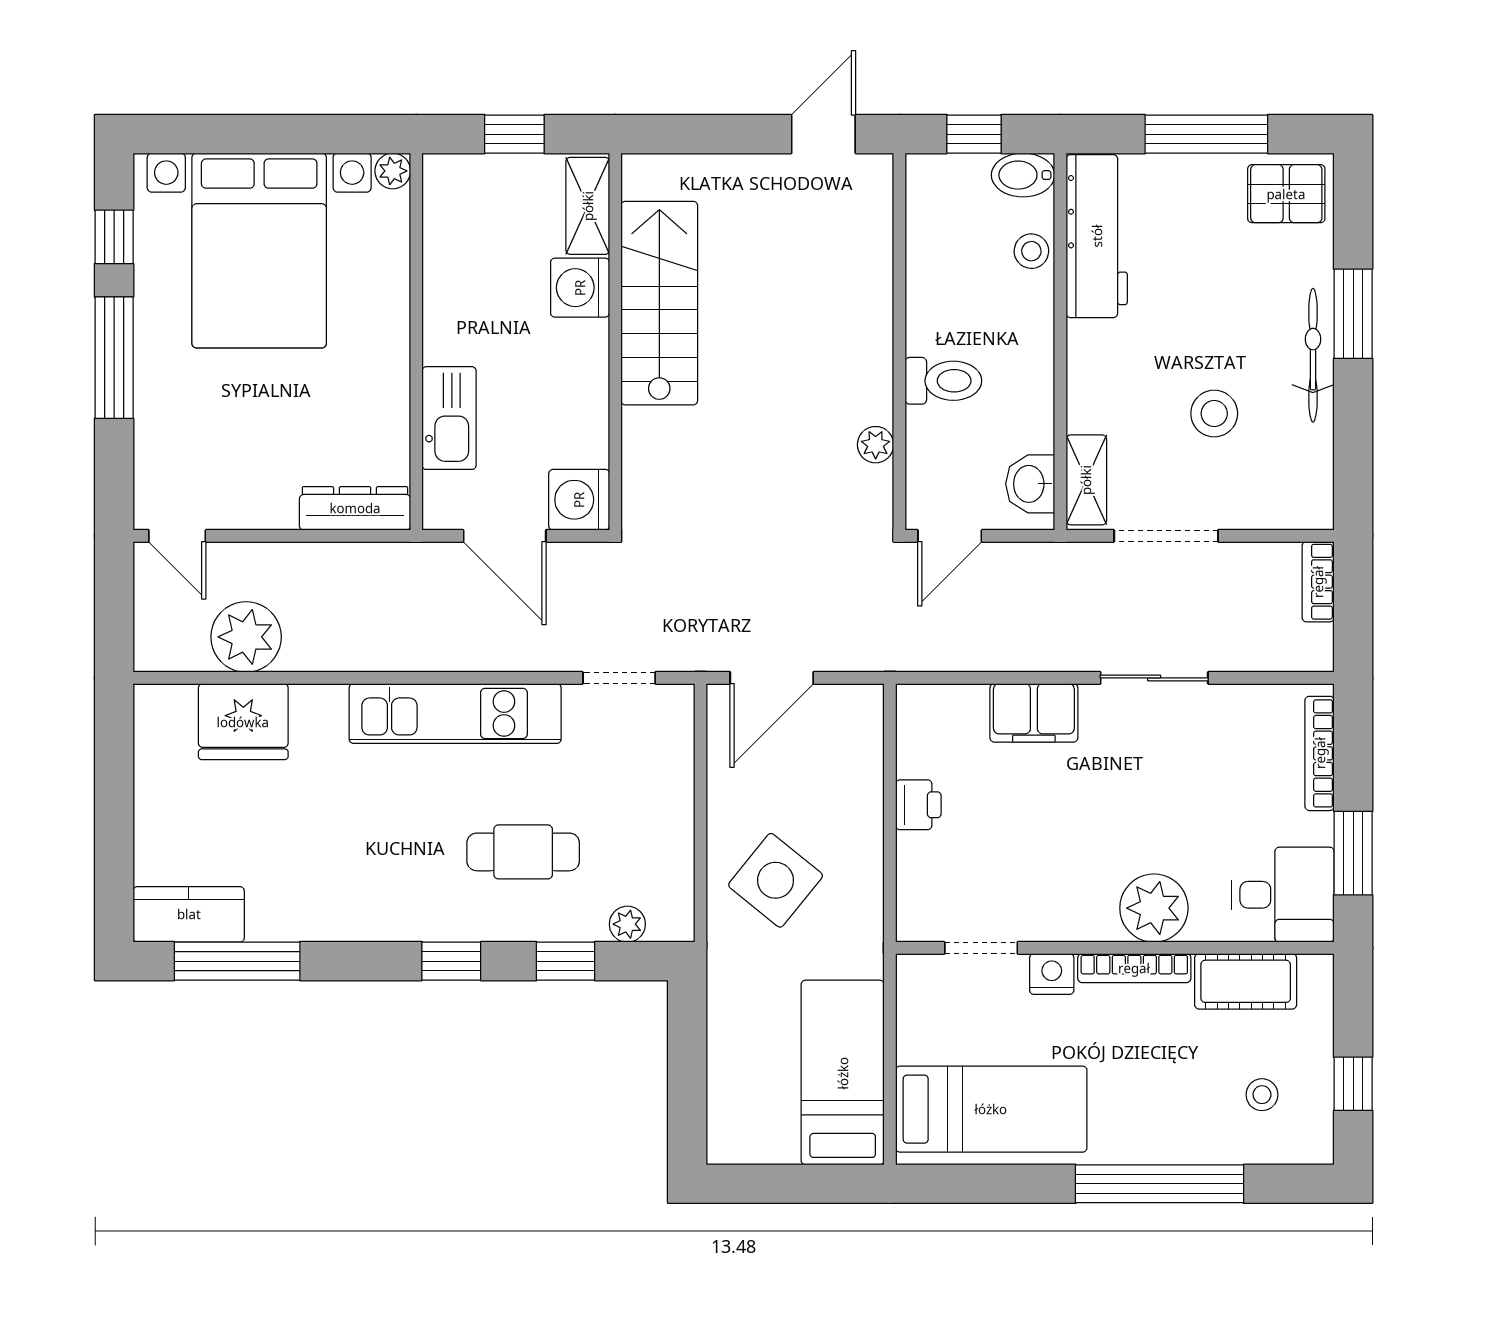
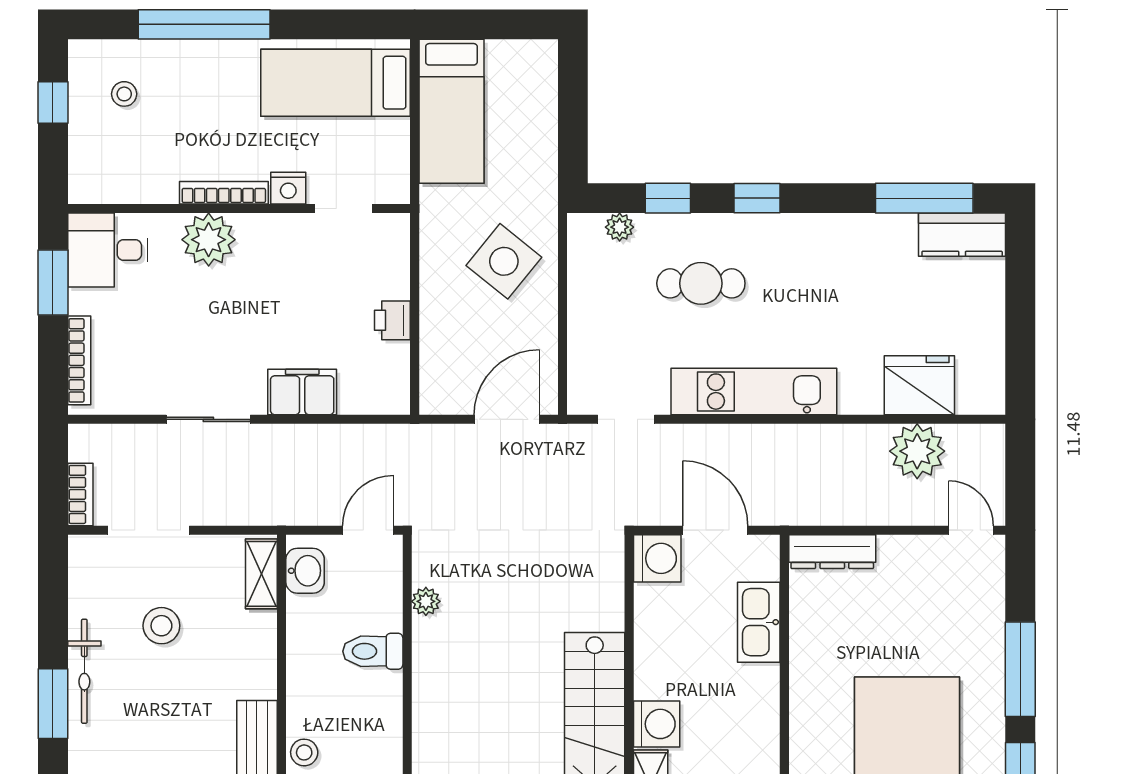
doorway: (1166, 536) -> (149, 530), moved
cot: (1246, 981) -> (137, 182), removed

